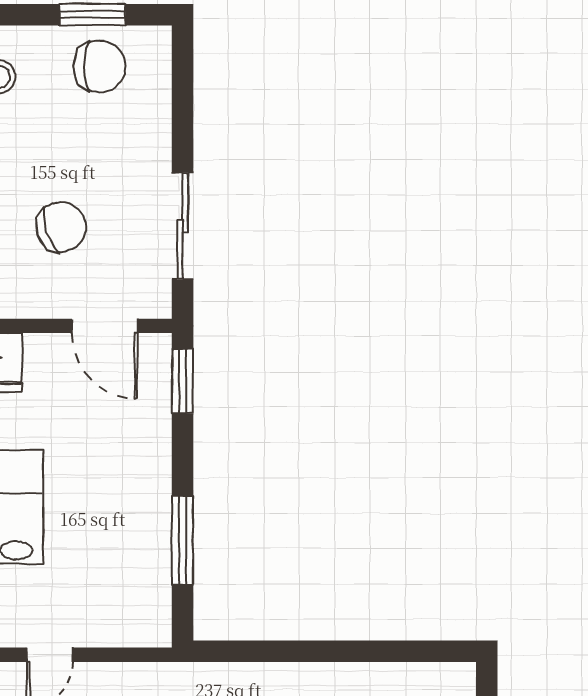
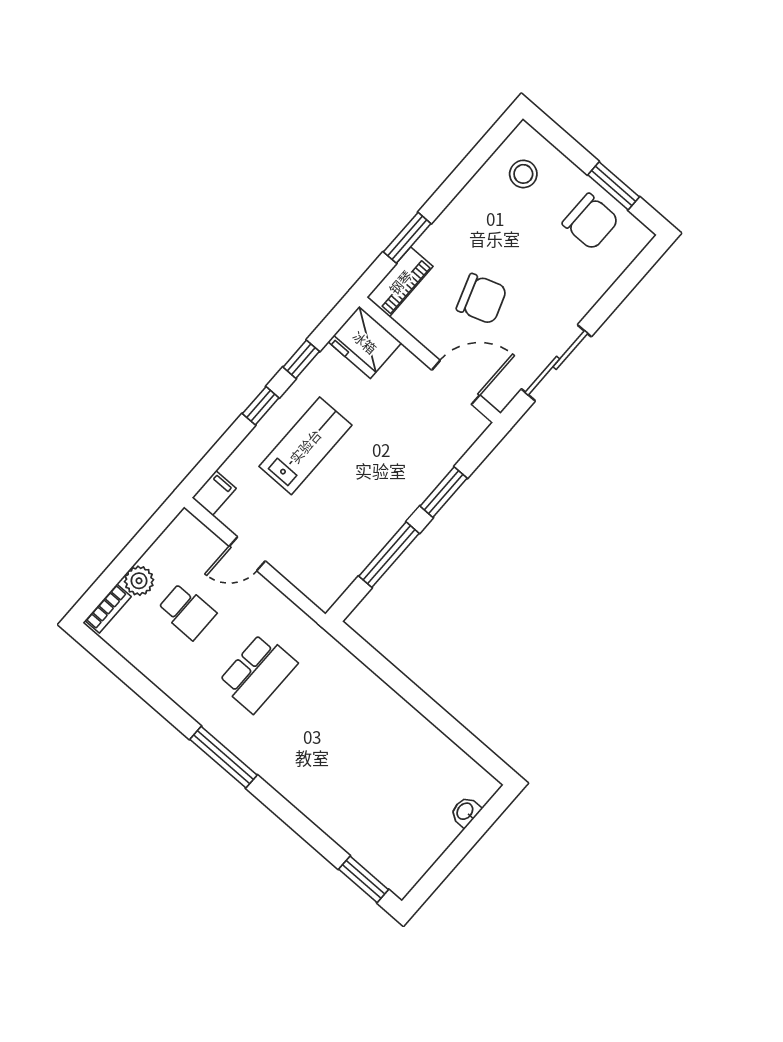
door: (105, 326) -> (456, 382), swing flipped
window: (183, 381) -> (444, 492), moved

